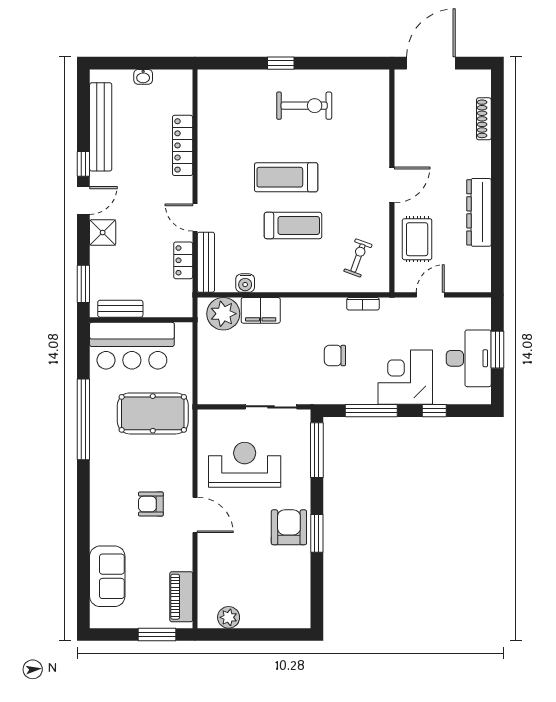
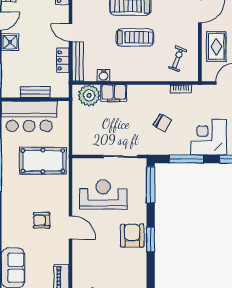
bench: (120, 309) -> (35, 92), moved
chair: (335, 356) -> (162, 123), turned -150

